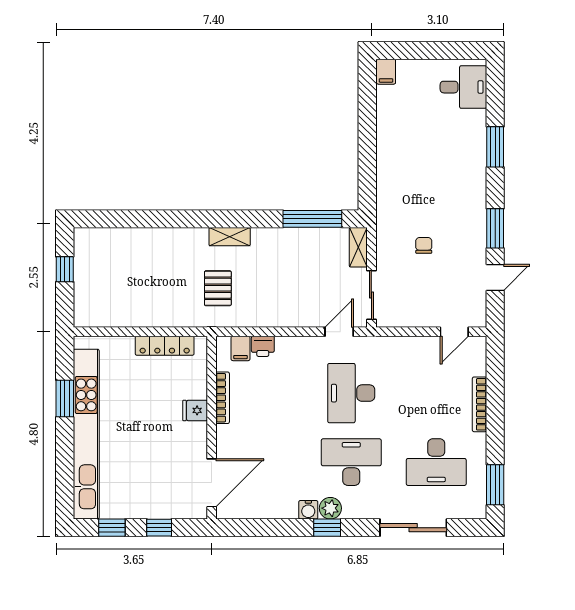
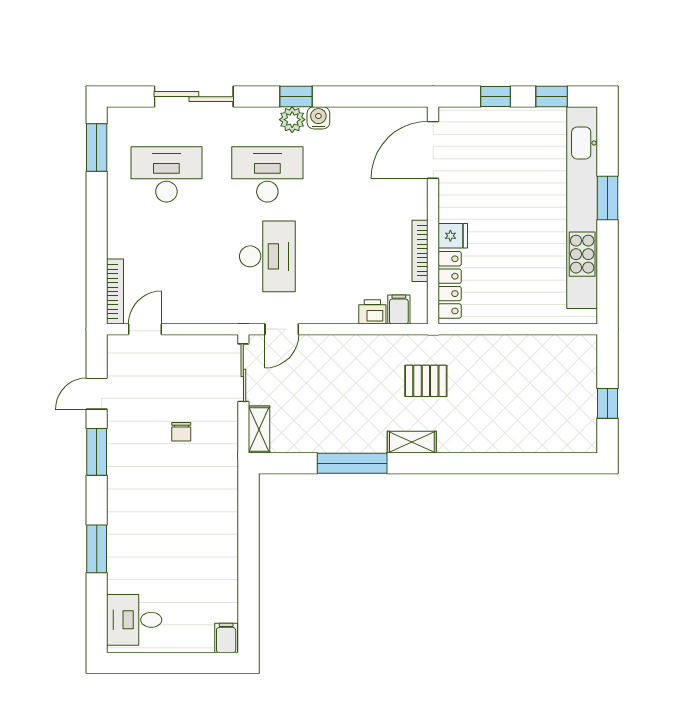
window: (312, 219) -> (352, 463), moved
pallet: (218, 288) -> (426, 381), turned 90
locker: (165, 346) -> (450, 285), moved, turned 90
window: (65, 399) -> (608, 198), moved
bookcase: (479, 404) -> (115, 292), moved
desk: (351, 462) -> (267, 174), turned 180

